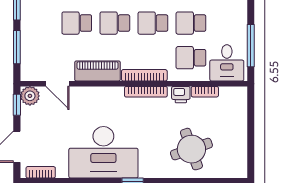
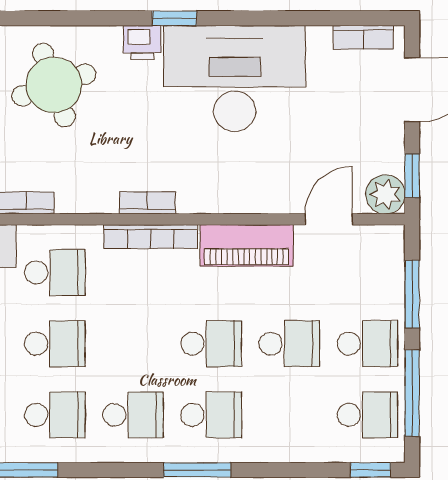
school desk: (153, 23) -> (367, 344), moved
door: (58, 84) -> (329, 219), hinge flipped
bookcase: (146, 92) -> (147, 203), width x0.64
printer: (181, 95) -> (142, 43), moved, turned 180

